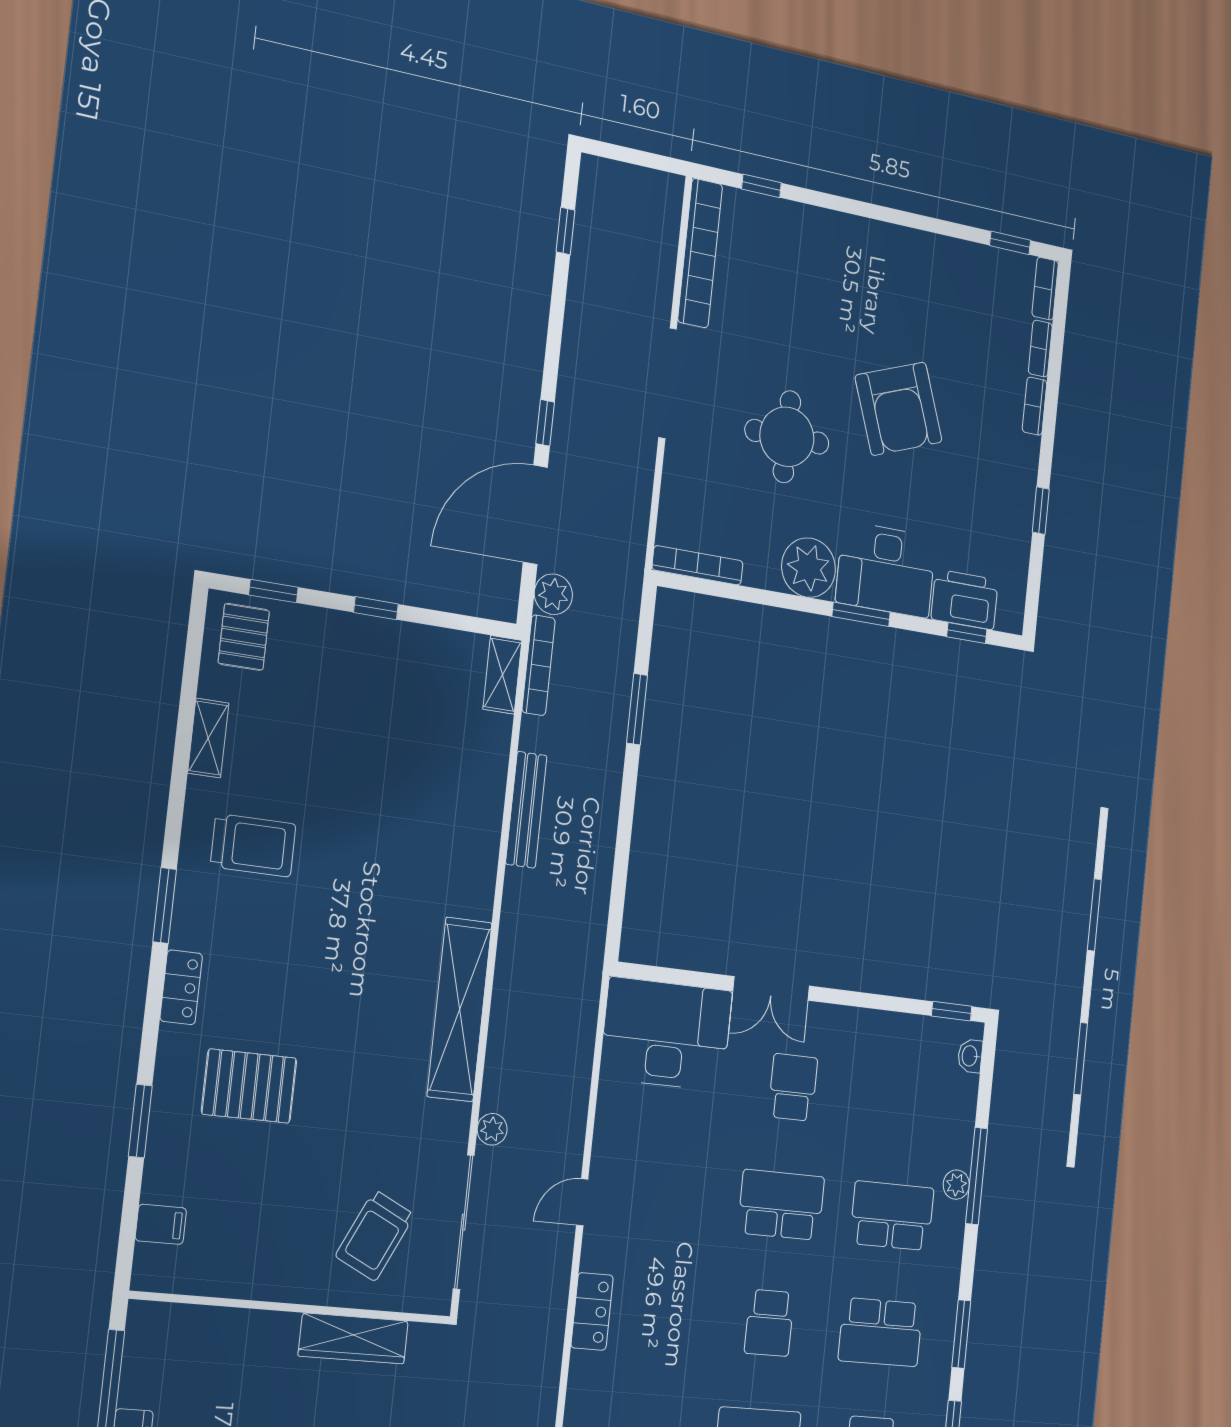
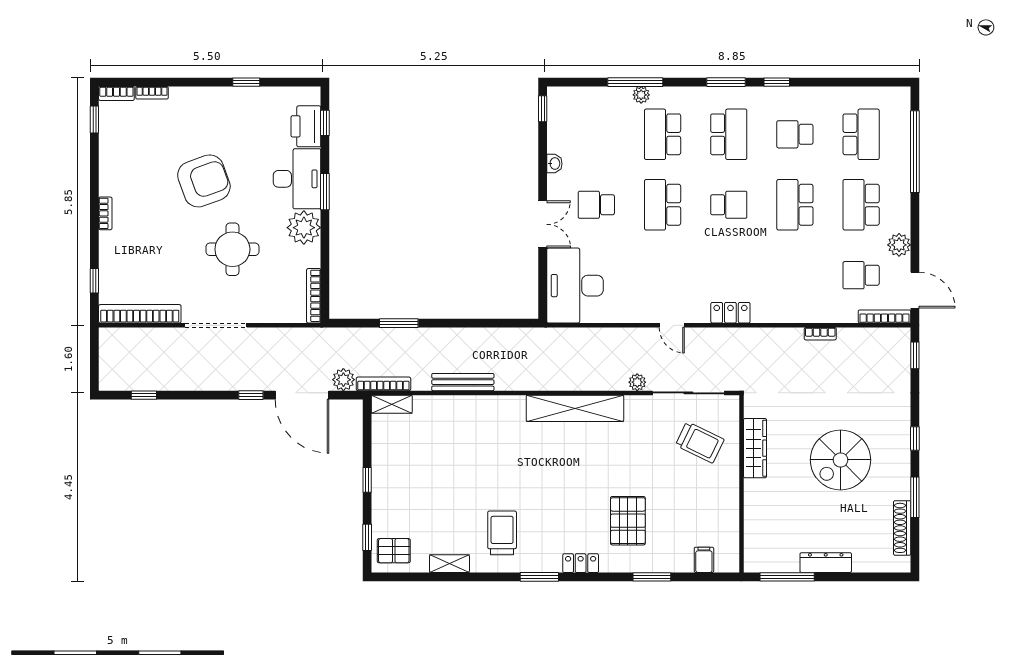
bookcase: (1035, 406) -> (105, 213), moved, turned -90
washbasin: (970, 1056) -> (554, 164), moved, turned -90

